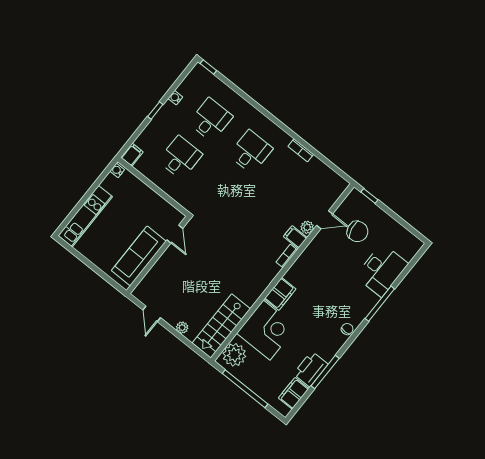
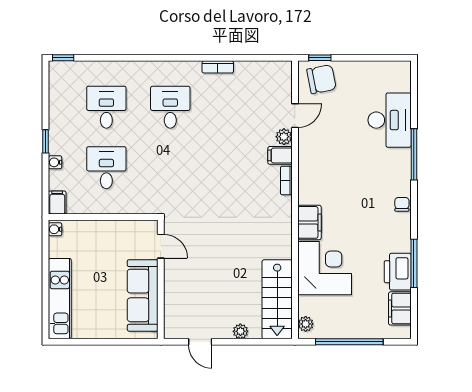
water cooler: (175, 98) -> (55, 162), moved
chair: (357, 231) -> (321, 79), moved
plant: (234, 355) -> (306, 324), width x0.53, depth x0.53

